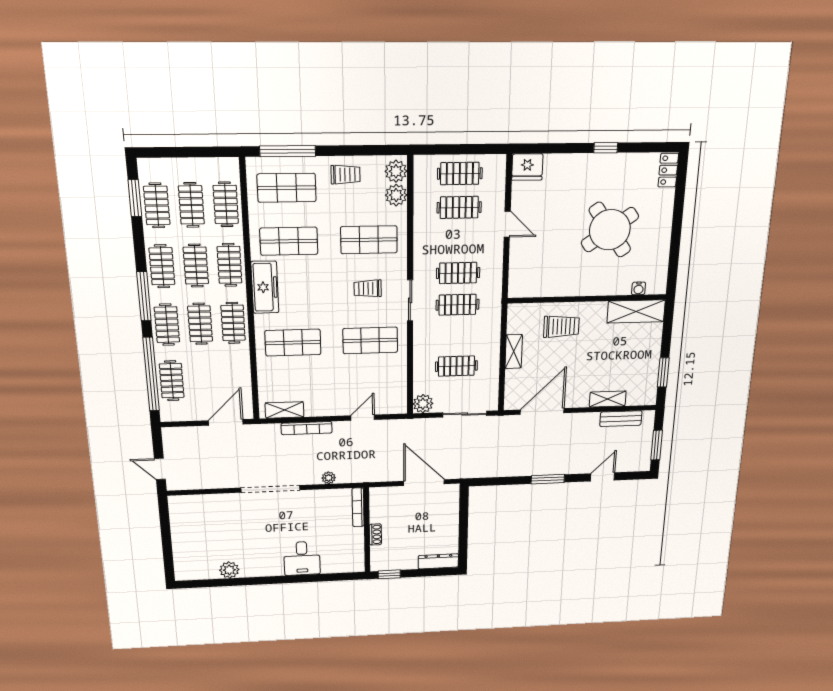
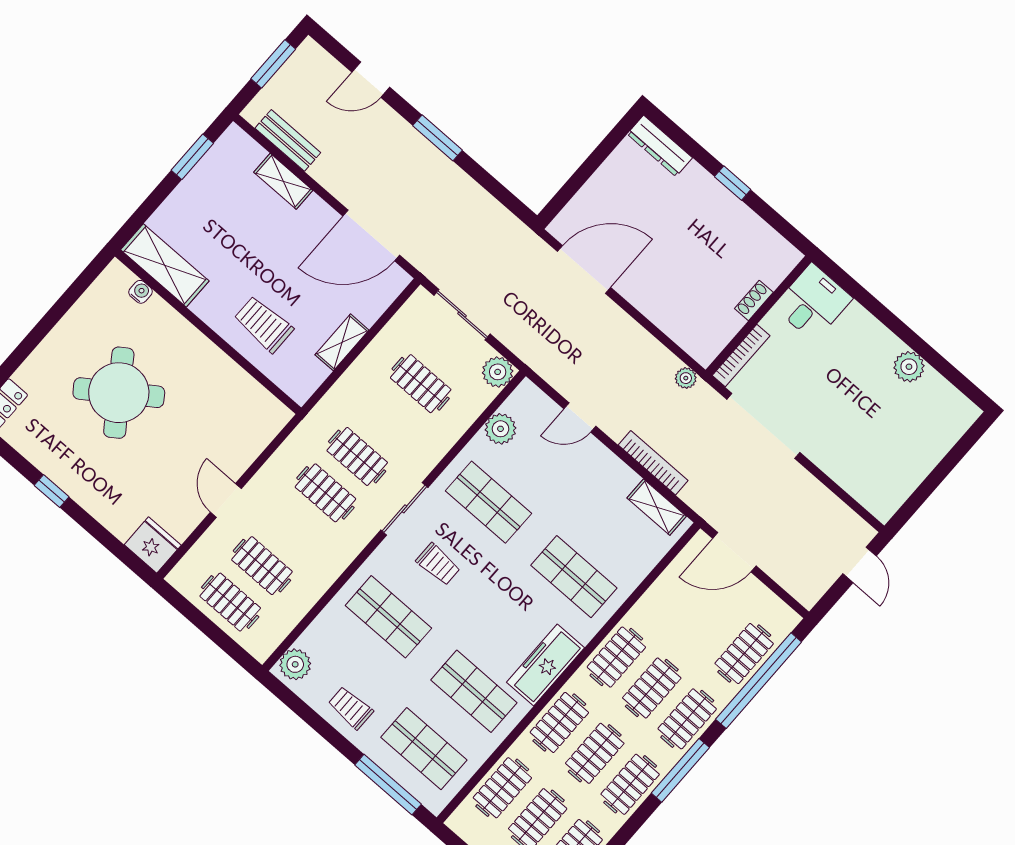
plant: (396, 195) -> (501, 429), moved
door: (424, 483) -> (584, 269), swing flipped
bookcase: (358, 507) -> (741, 356), moved
wall: (367, 530) -> (759, 316), moved
shoe rack: (375, 534) -> (754, 300), moved

